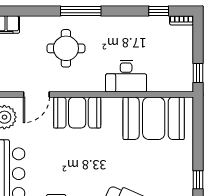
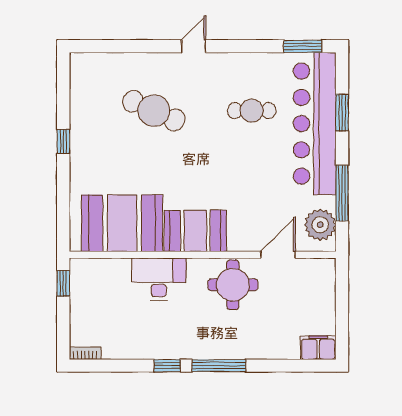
window: (159, 11) -> (167, 366), moved
round table: (66, 48) -> (233, 285), moved
booth: (77, 113) -> (195, 231), moved

